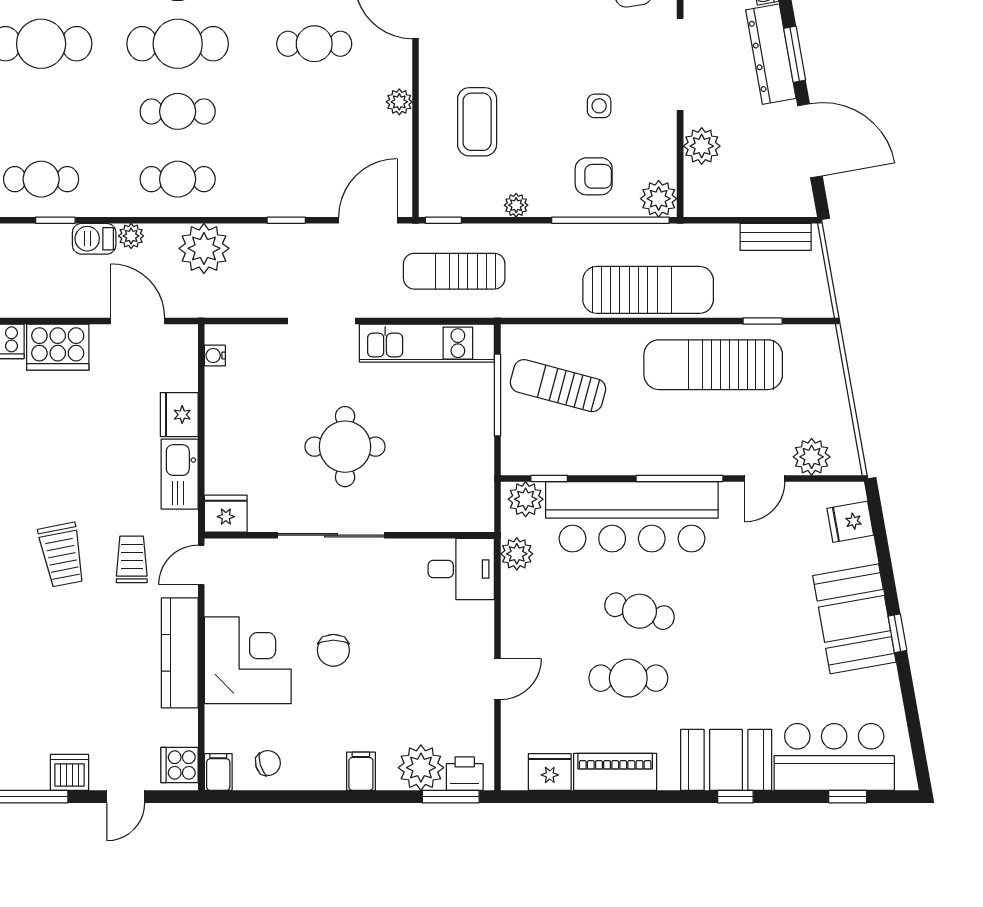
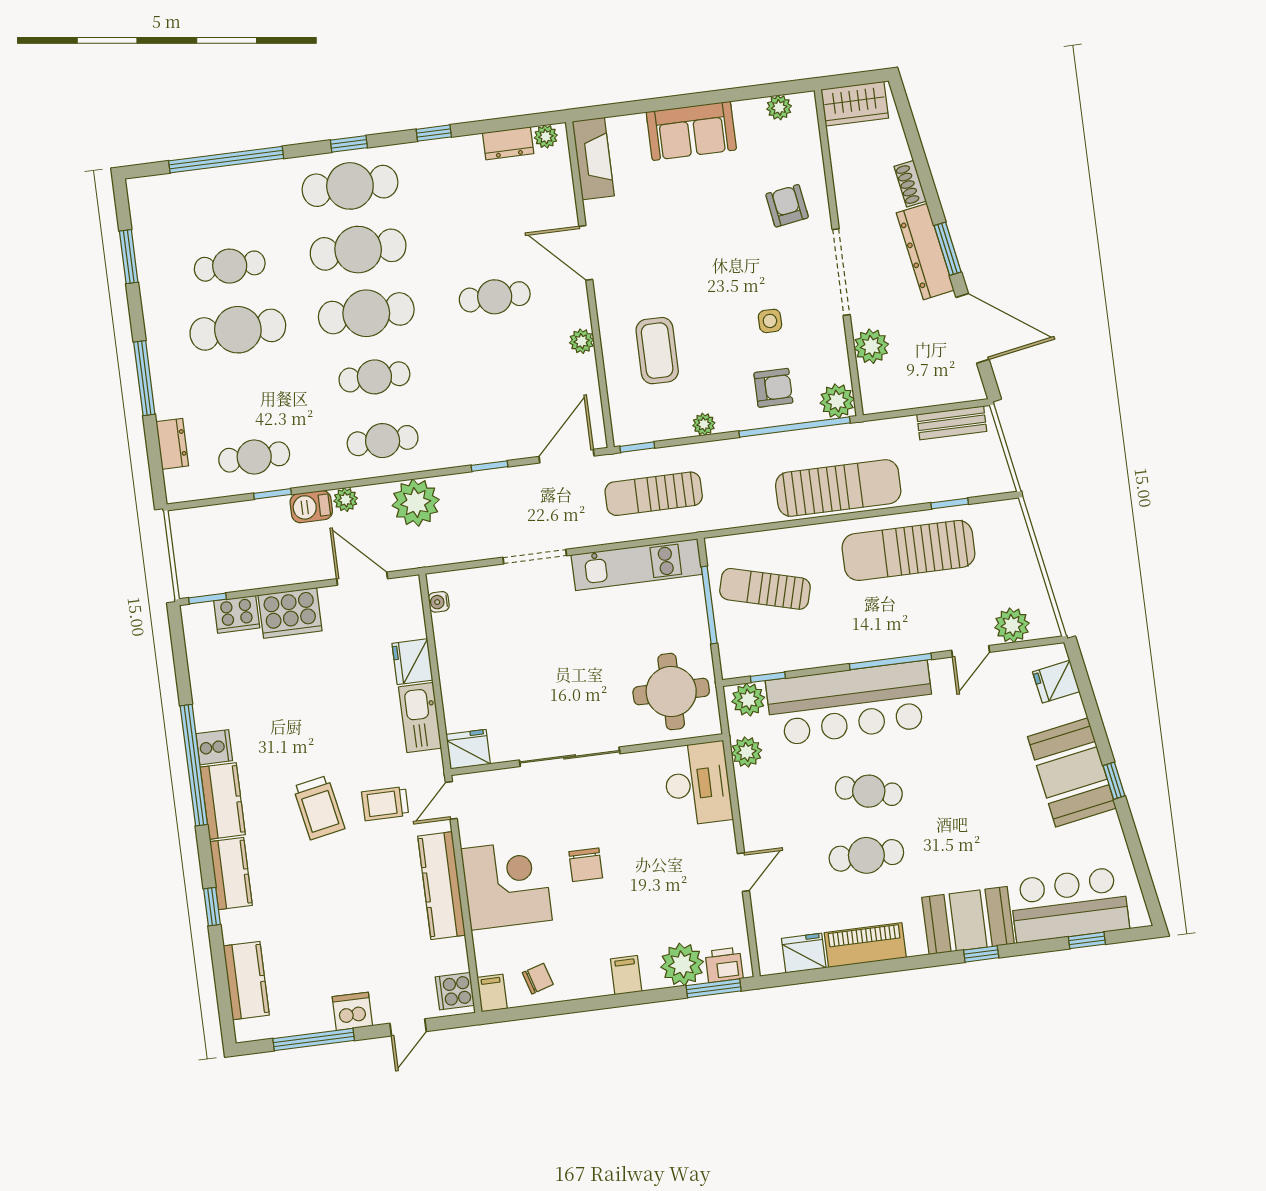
round table: (345, 447) -> (671, 692), moved
trolley: (132, 559) -> (385, 804), turned -90
desk: (461, 569) -> (697, 784), width x1.37

